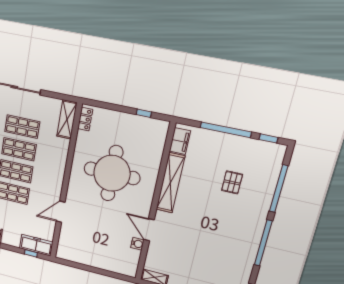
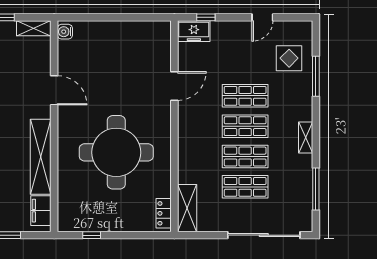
water cooler: (137, 244) -> (65, 32), moved
freezer: (36, 245) -> (194, 31), width x0.71

